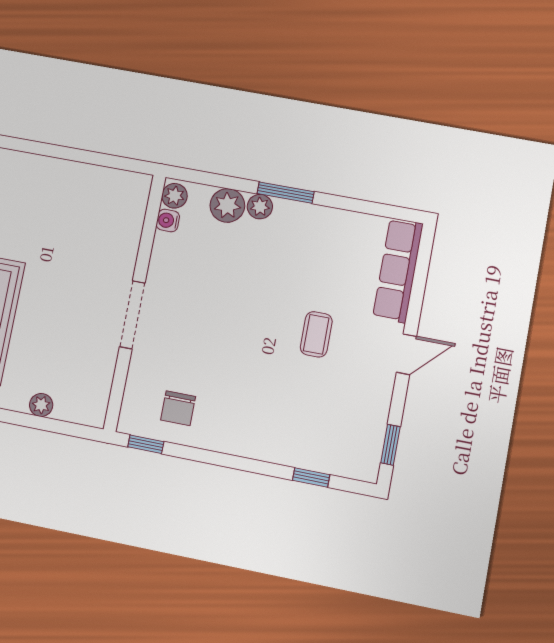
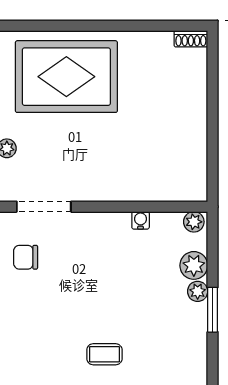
water cooler: (168, 220) -> (141, 220), moved
doorway: (132, 315) -> (44, 207), moved

